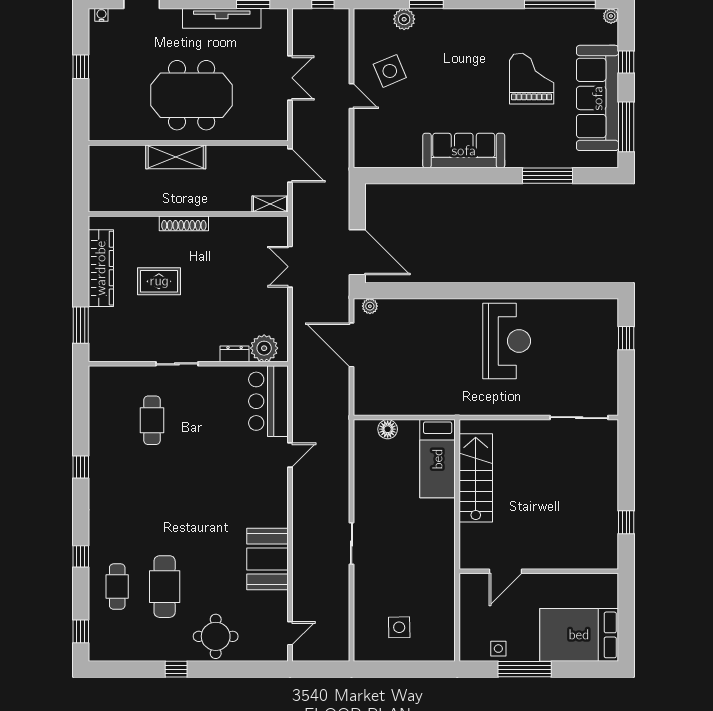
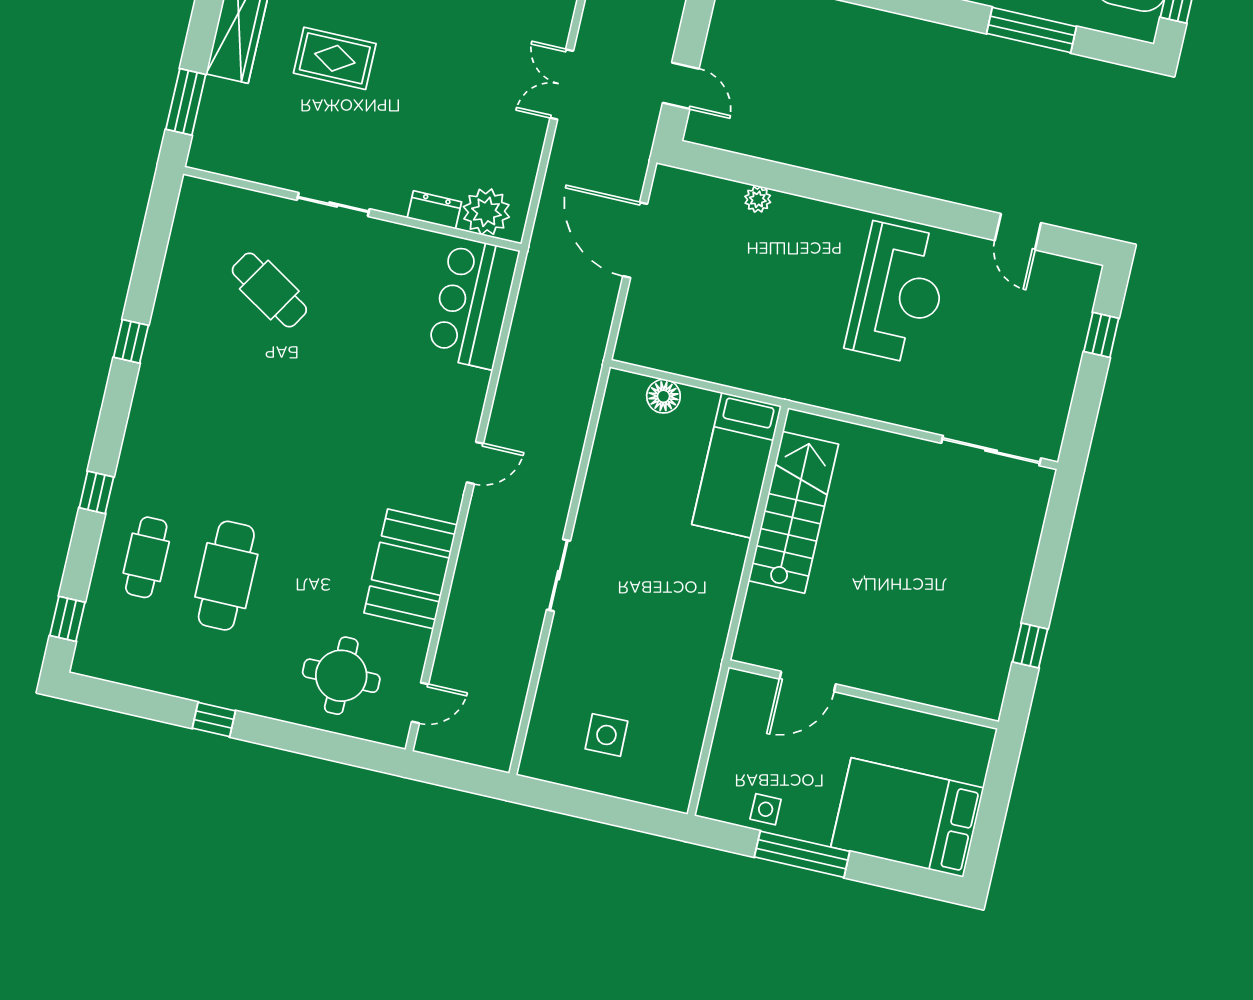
door: (357, 252) -> (681, 86), width x0.53
door: (566, 291) -> (1018, 232), added
plant: (370, 306) -> (758, 199), moved
cafe table: (152, 420) -> (269, 290), turned -58
door: (290, 455) -> (475, 463), moved
round table: (216, 636) -> (341, 676), moved

